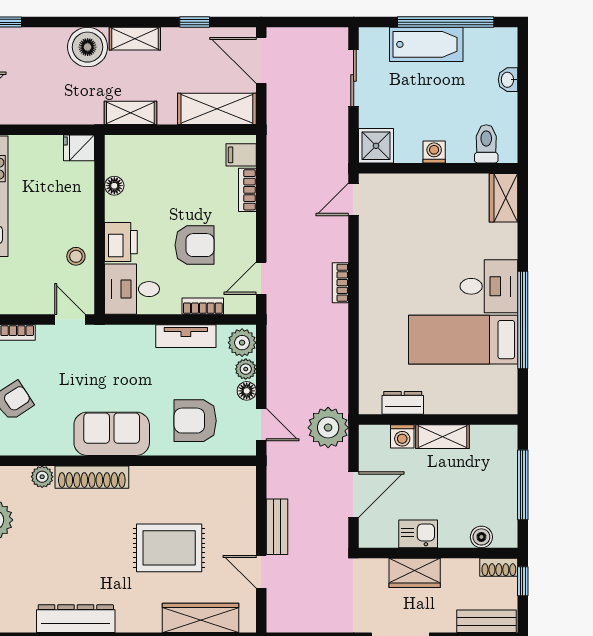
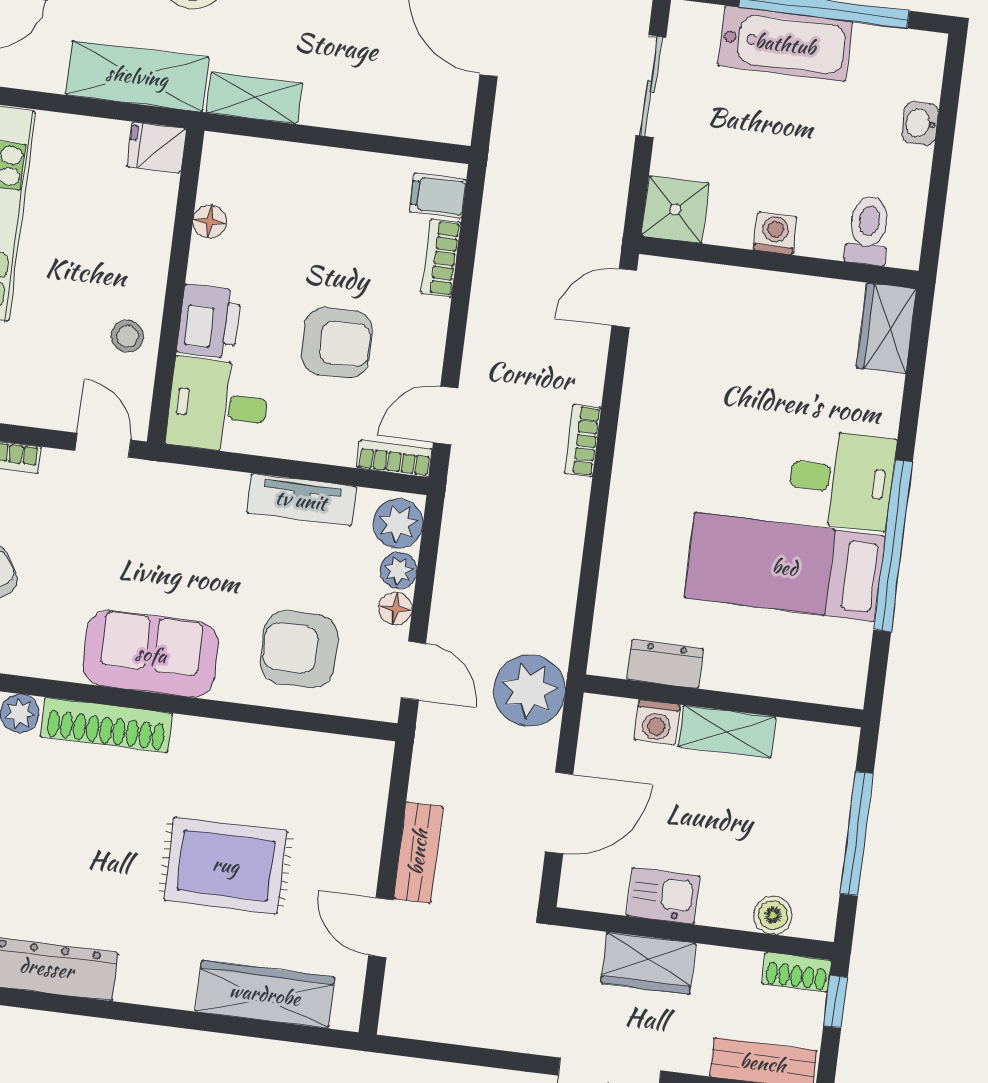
shelving: (217, 109) -> (137, 76), moved
bookcase: (203, 306) -> (395, 458), moved

